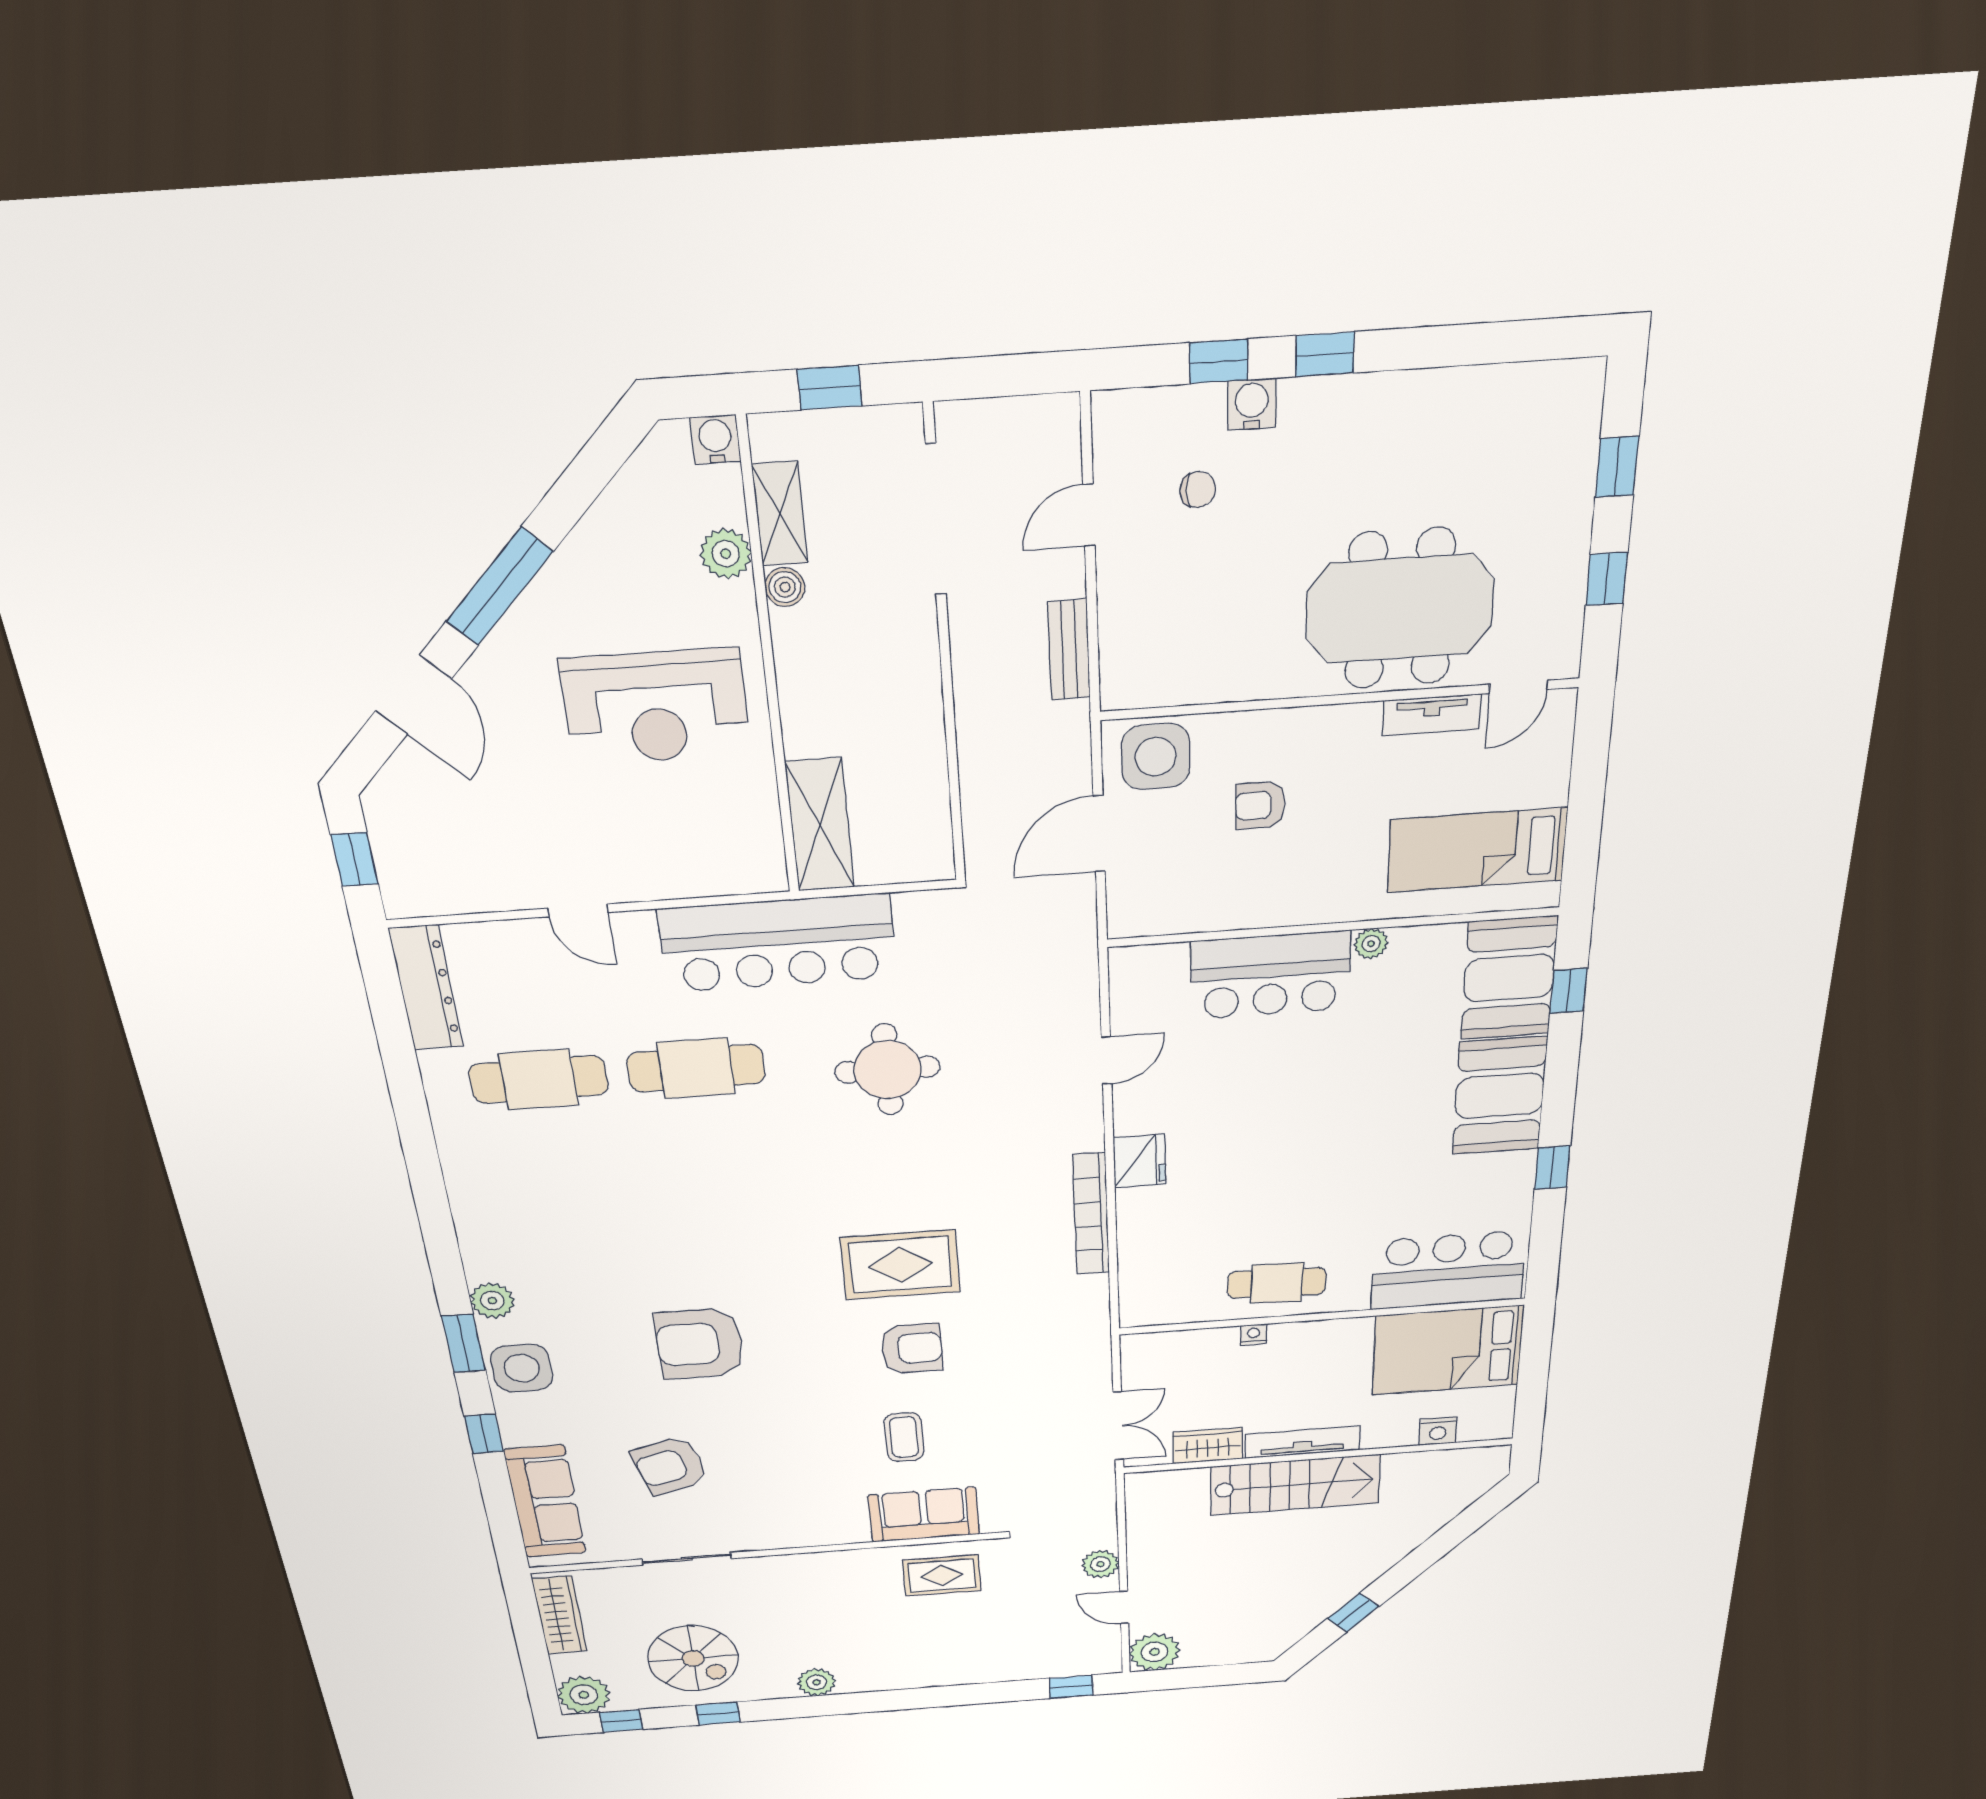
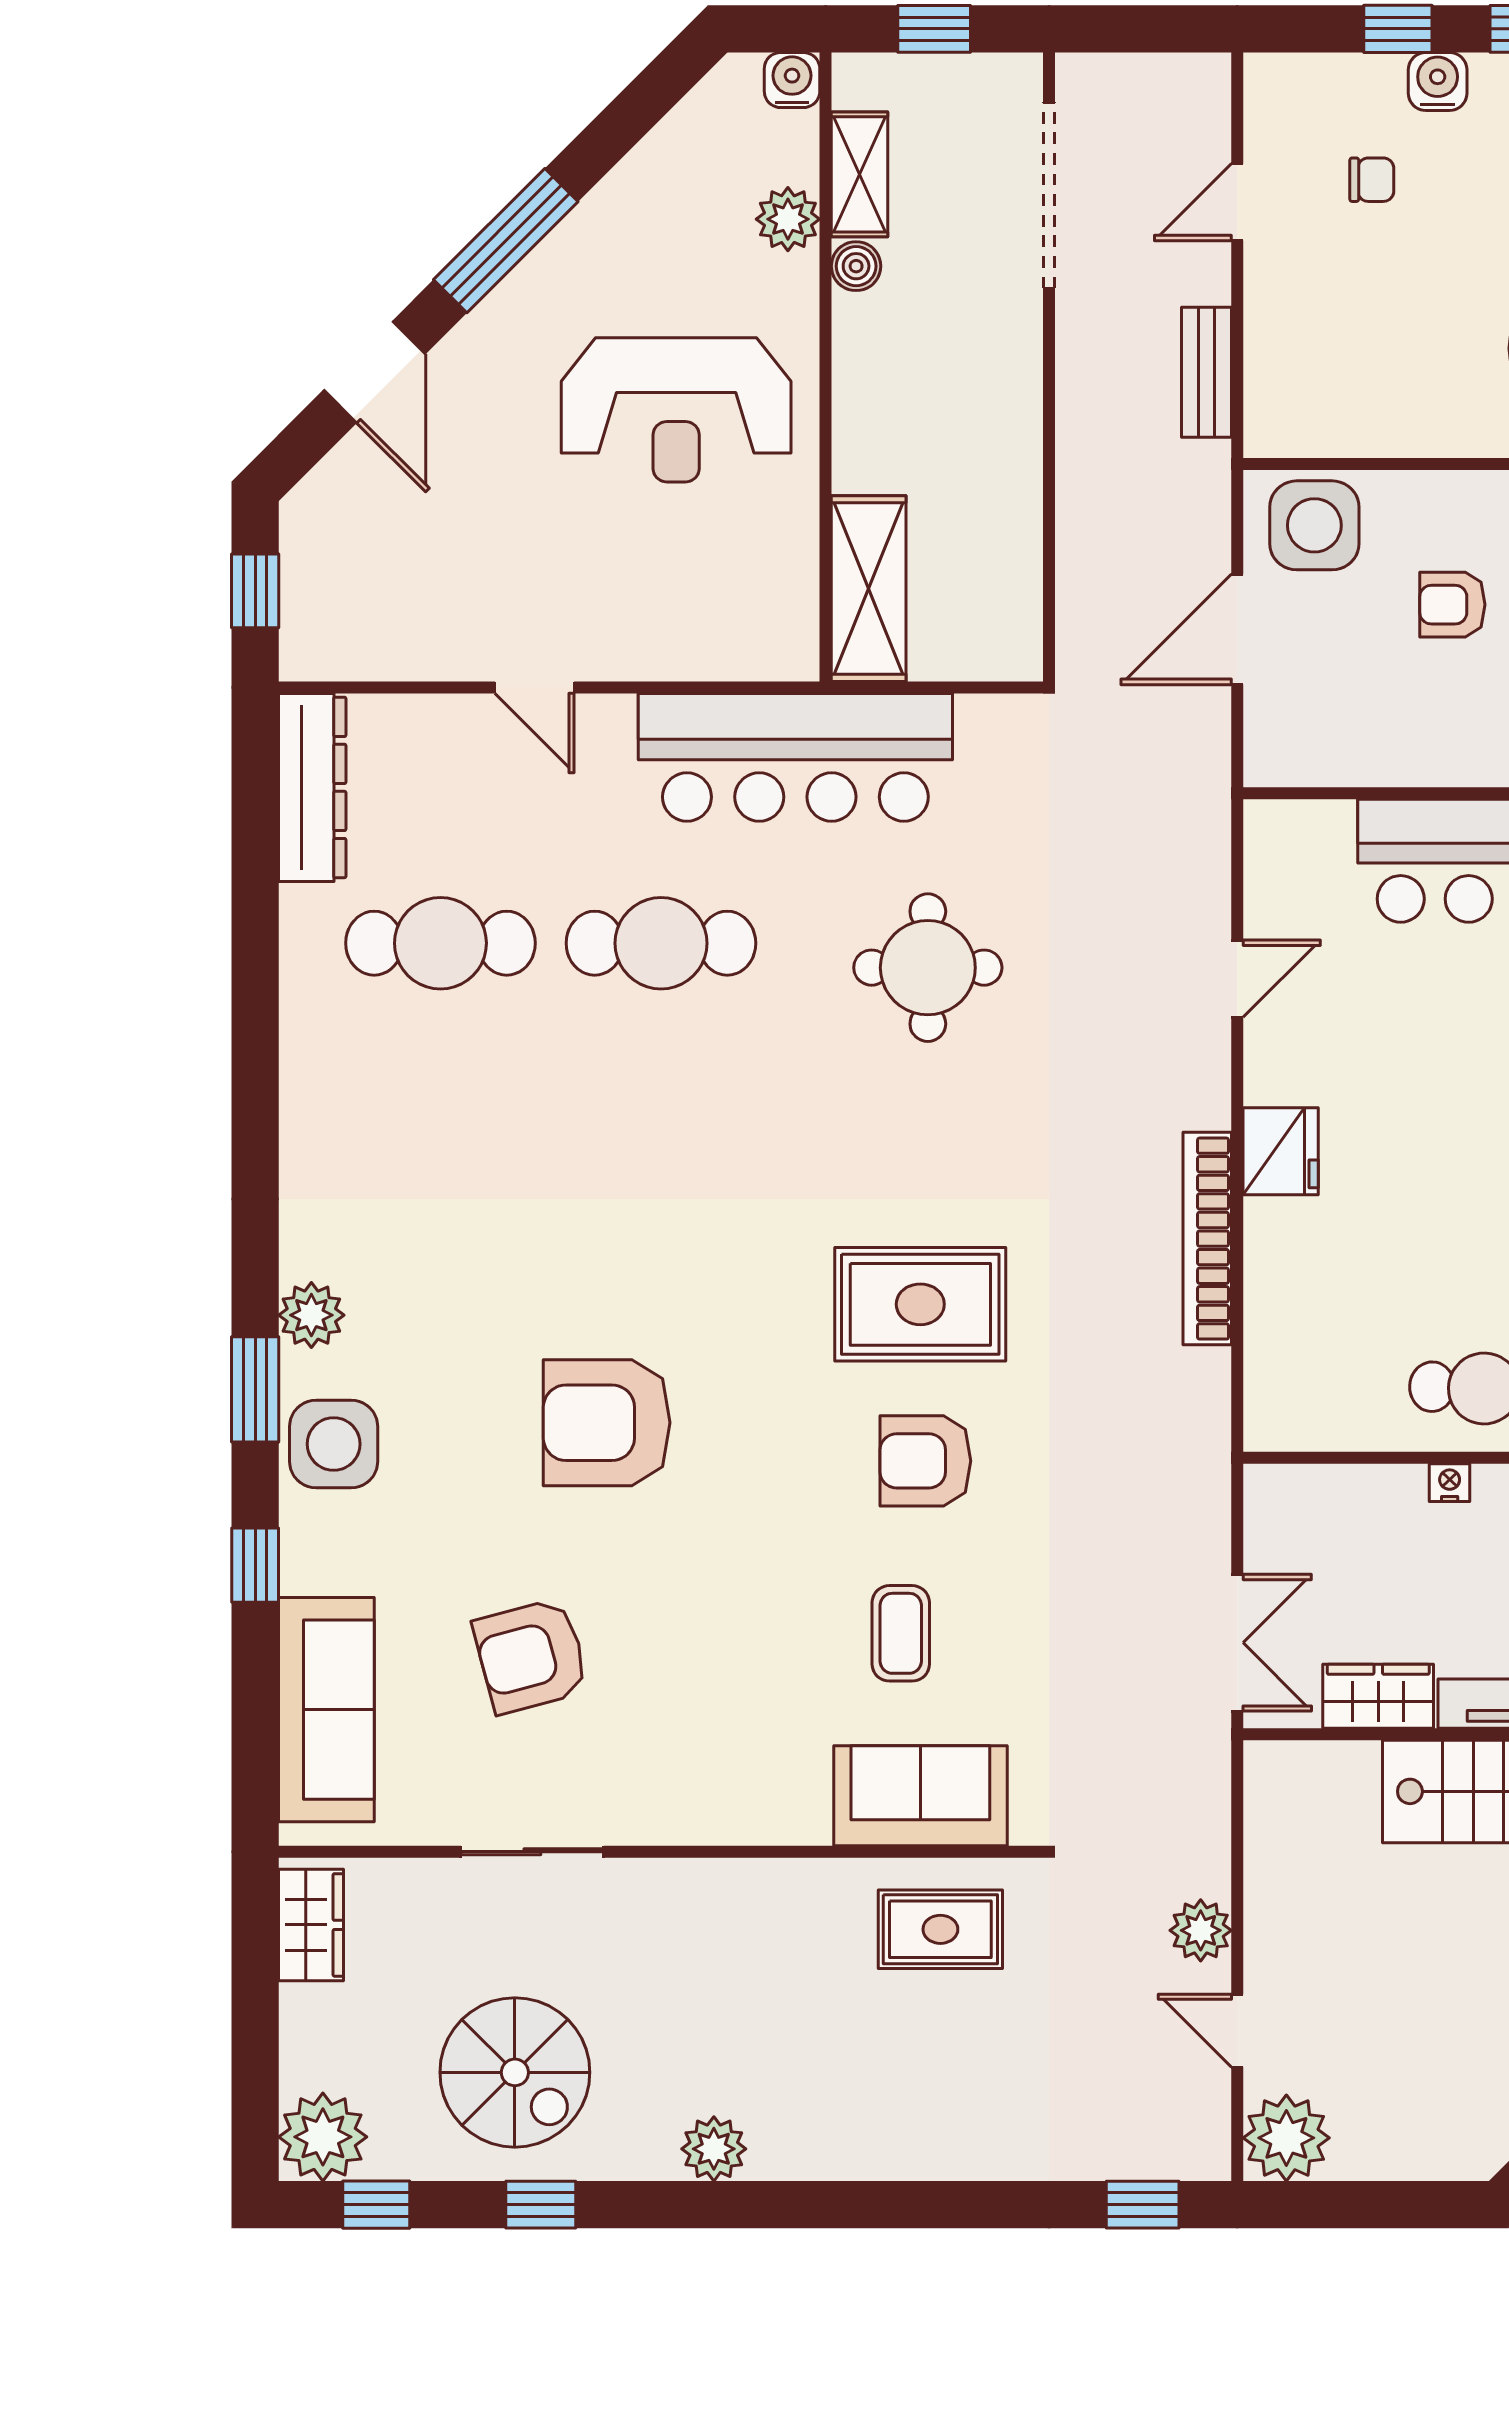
armchair: (912, 1348) -> (925, 1461), turned 180
wardrobe: (560, 1615) -> (311, 1925), width x0.67

